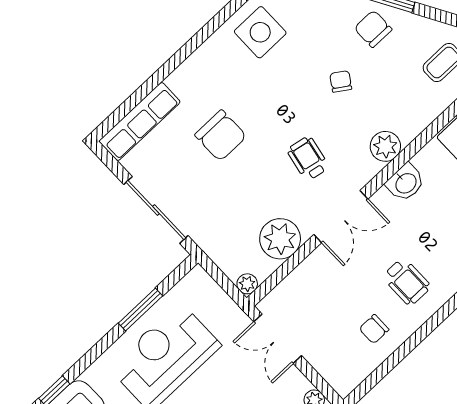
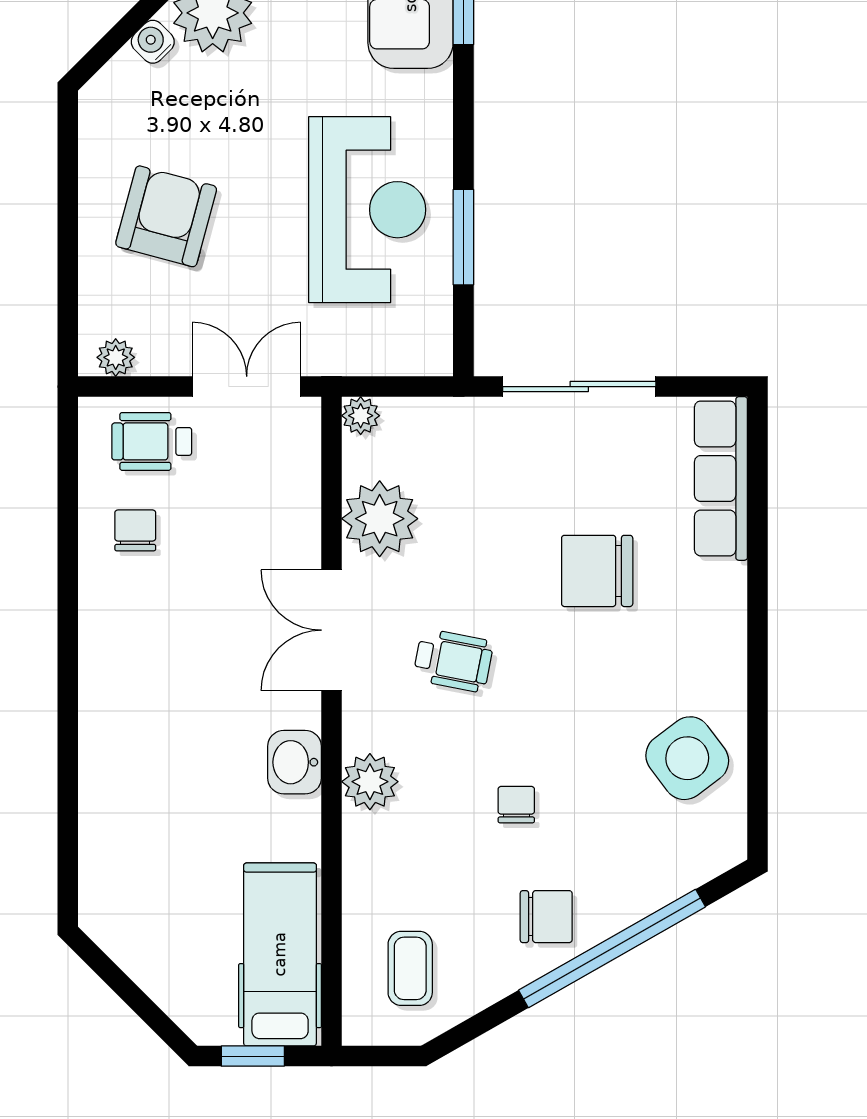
side table: (260, 32) -> (687, 758), turned -37
chair: (341, 81) -> (516, 805), turned -124
wheelchair: (407, 282) -> (152, 441), moved

